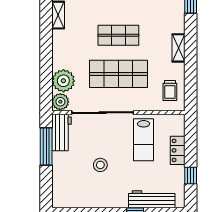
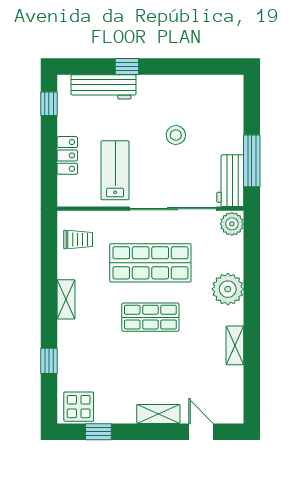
plant: (63, 81) -> (228, 289), moved
trolley: (170, 91) -> (78, 239), turned 90
window: (191, 175) -> (49, 104), moved

